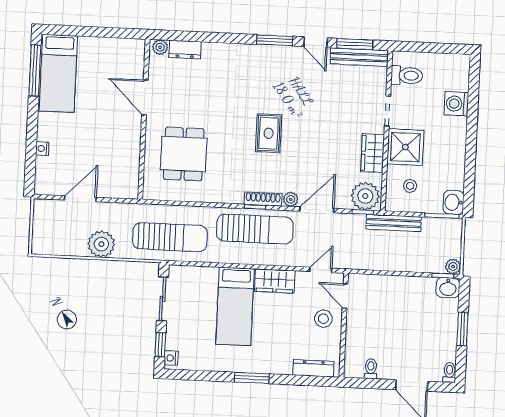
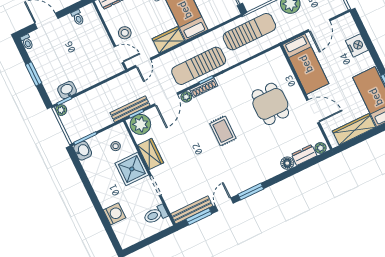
door: (316, 42) -> (224, 204), hinge flipped
wardrobe: (107, 48) -> (354, 129), added
floor lamp: (211, 51) -> (287, 163), added
nightstand: (42, 149) -> (357, 45), width x1.89, depth x1.79
dining table: (184, 154) -> (270, 104), moved
bed: (123, 160) -> (306, 64), added
bench: (394, 223) -> (130, 109), moved
sun lounger: (170, 237) -> (249, 32), turned 180
washbasin: (448, 288) -> (67, 90), moved

